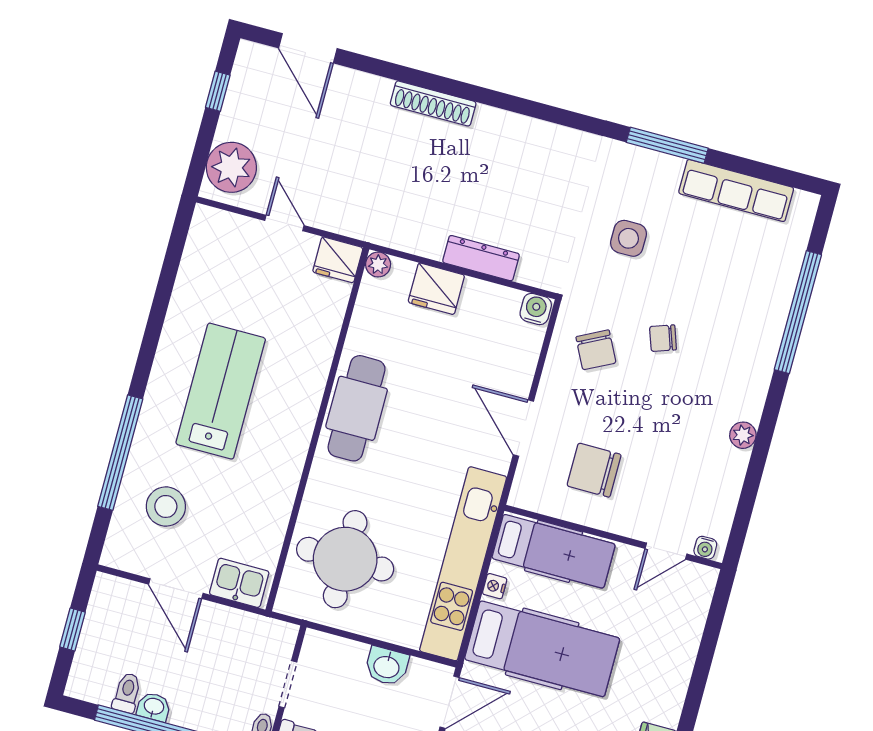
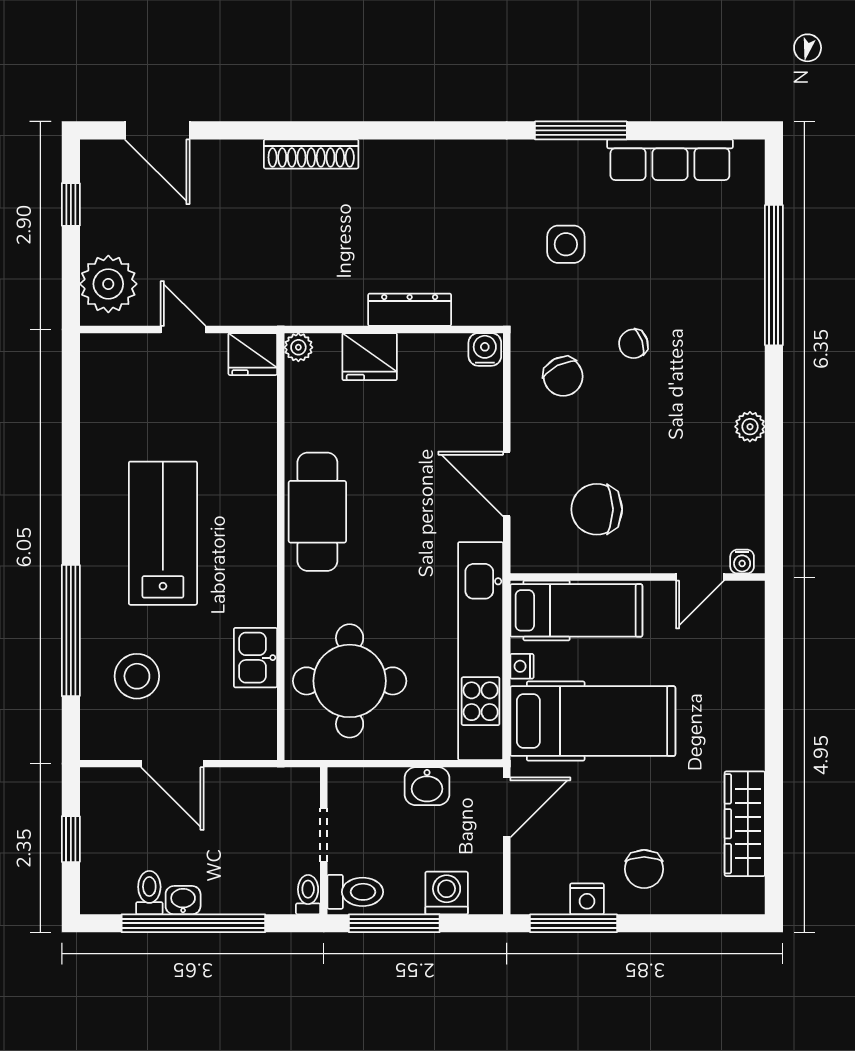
kitchen sink: (239, 583) -> (255, 658), moved, turned -90

